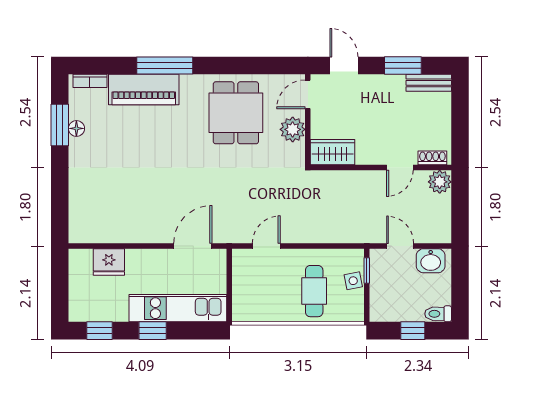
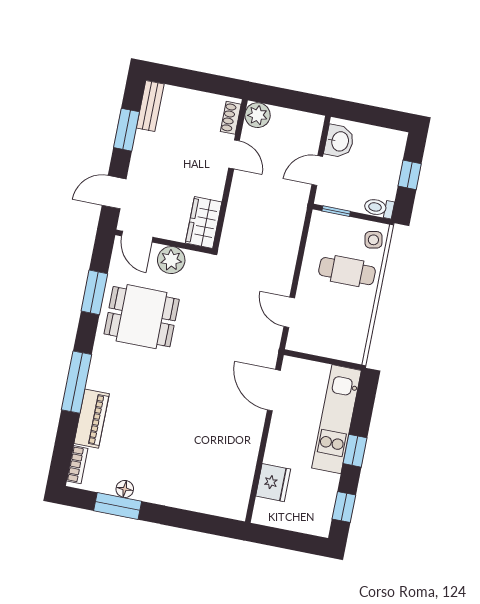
window: (249, 66) -> (94, 292), added
piano: (144, 90) -> (92, 419), width x0.73, depth x0.75
side table: (353, 281) -> (373, 240), moved
toilet: (438, 314) -> (379, 208), moved, turned 90

